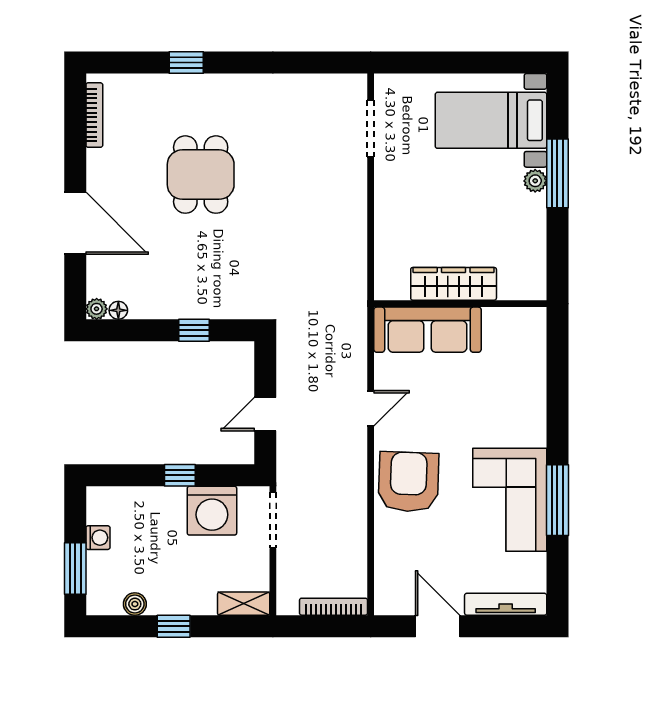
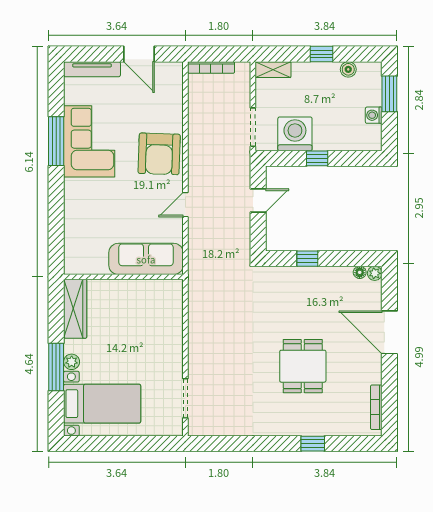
wardrobe: (454, 284) -> (75, 309), moved, turned -90

